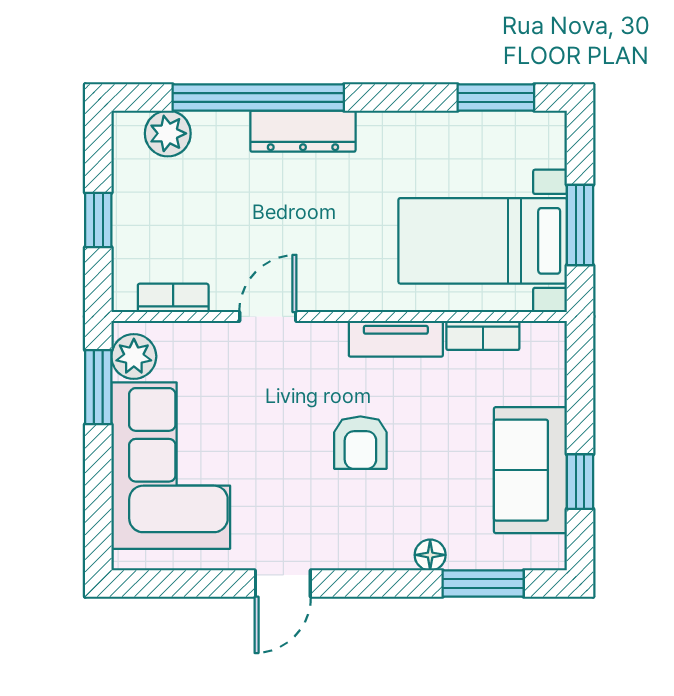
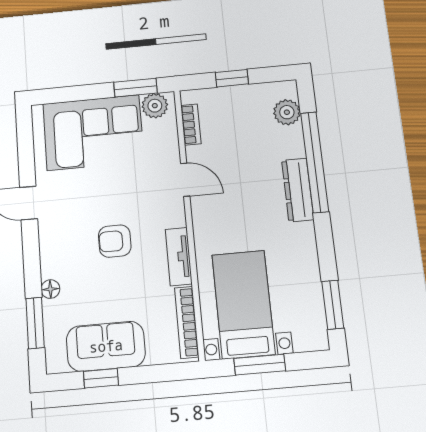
bookcase: (483, 335) -> (187, 322), width x1.56

